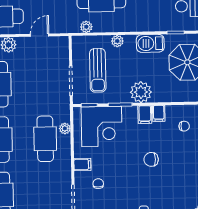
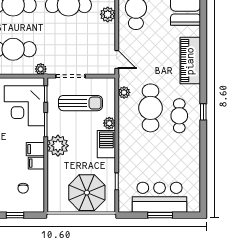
door: (40, 35) -> (117, 60), moved
barbecue: (150, 43) -> (106, 144), moved
sun lounger: (98, 70) -> (80, 103), turned 180
plant: (65, 128) -> (41, 69), moved

